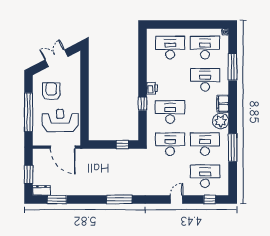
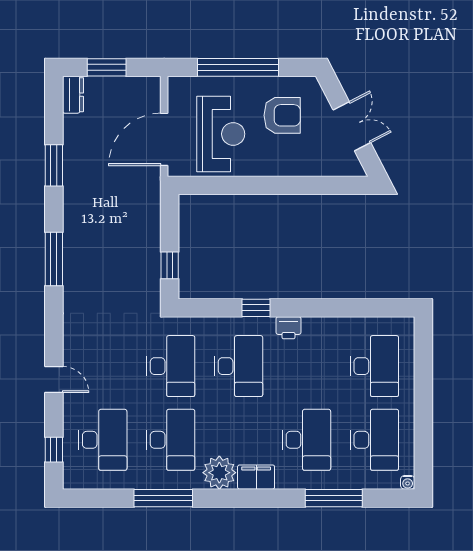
window: (57, 199) -> (54, 165), moved

